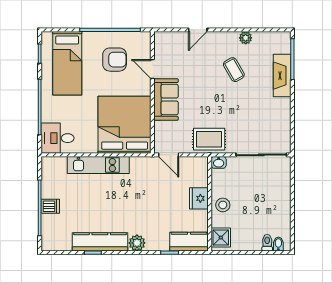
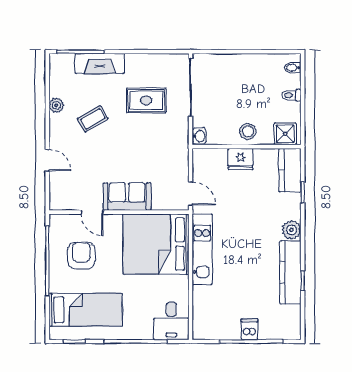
door: (152, 69) -> (92, 212), hinge flipped
rug: (209, 139) -> (146, 100), moved, turned 90
door: (169, 155) -> (190, 194), hinge flipped
kitchen unit: (98, 165) -> (202, 249), moved
toilet: (267, 243) -> (291, 95), moved

